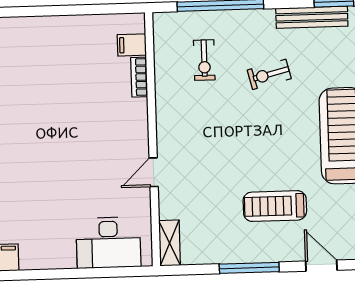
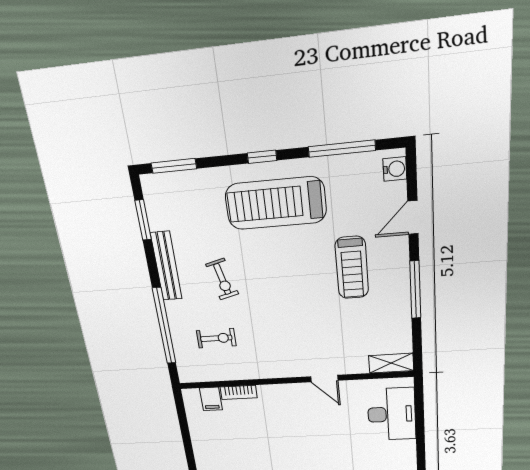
bench: (312, 17) -> (166, 266), moved

